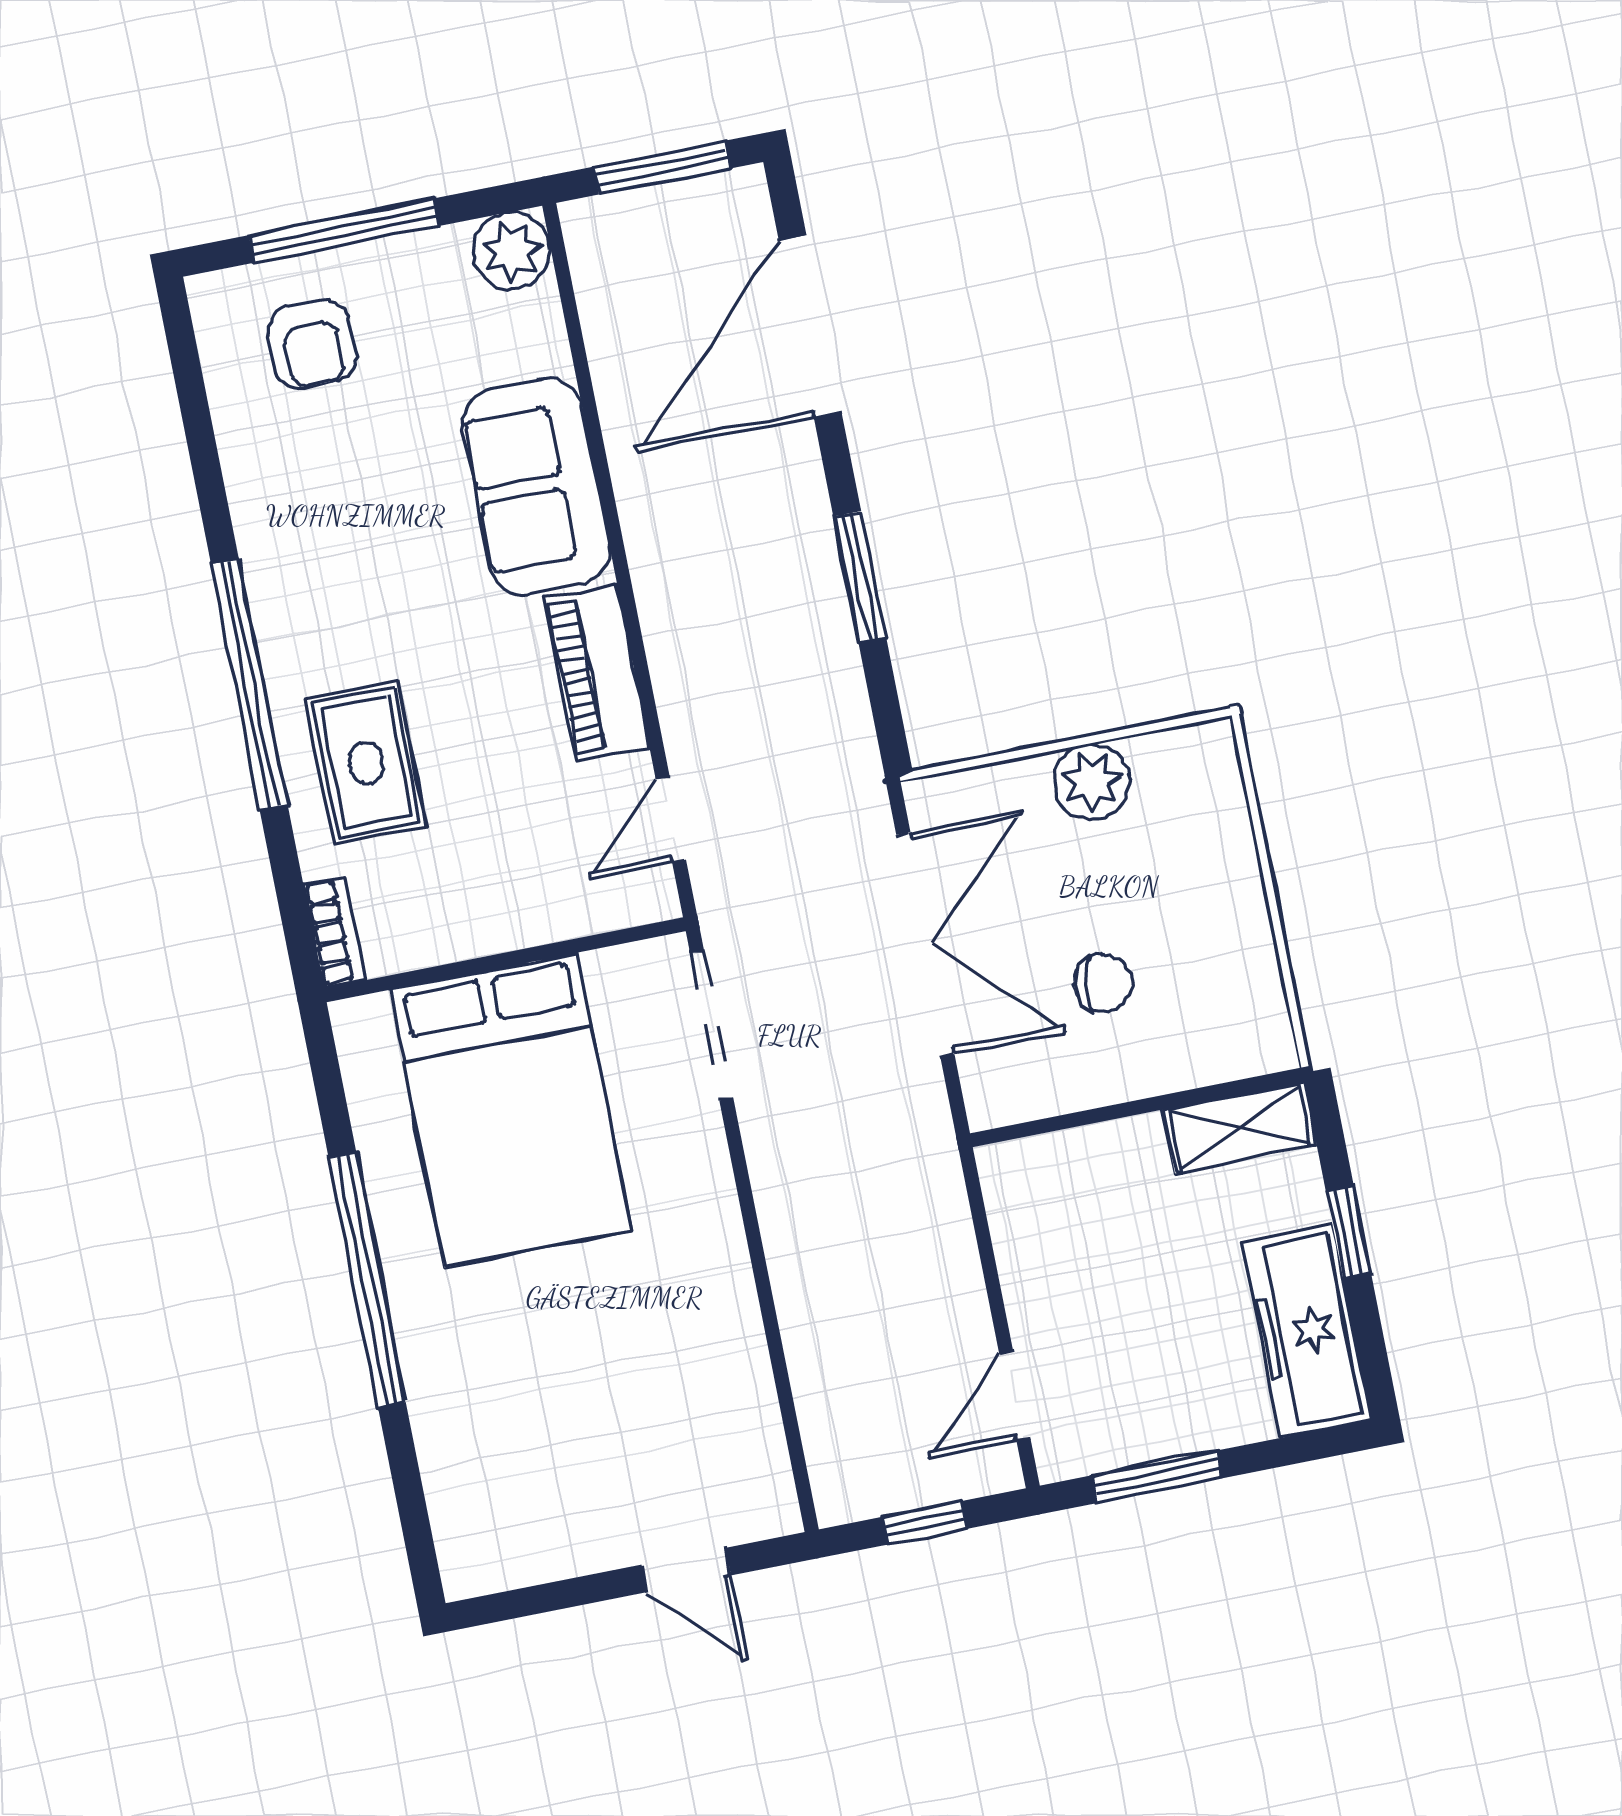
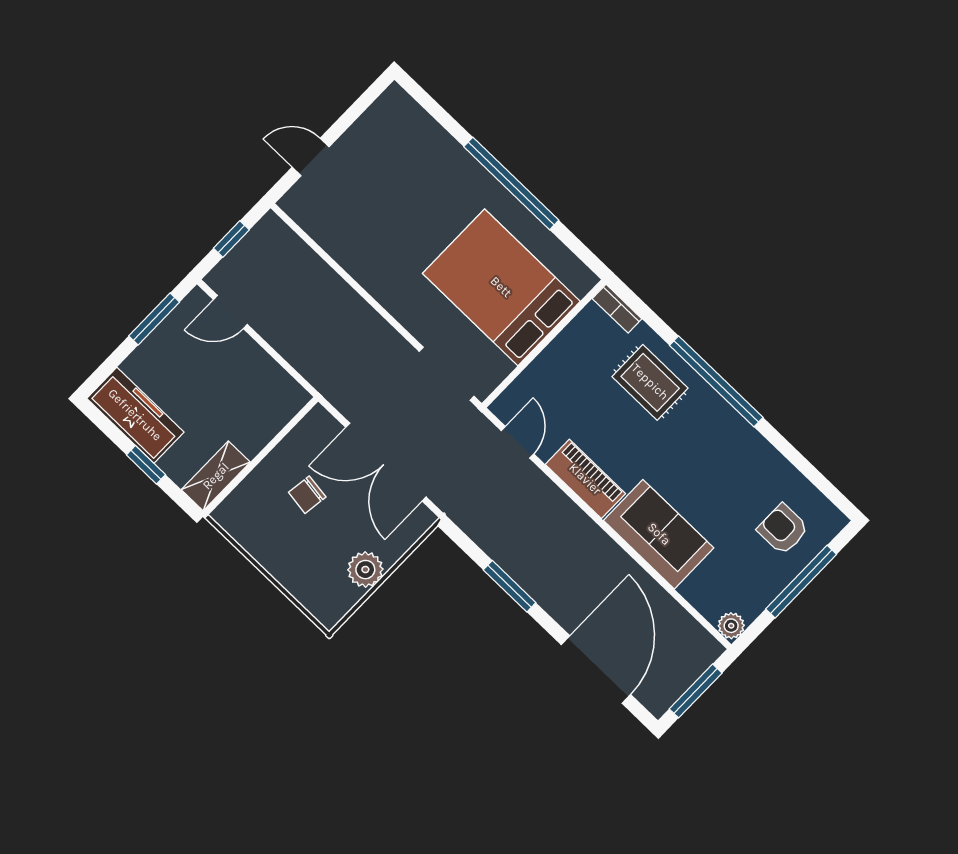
plant: (512, 251) -> (731, 626), width x0.73, depth x0.73
door: (1015, 1396) -> (230, 312), swing flipped

